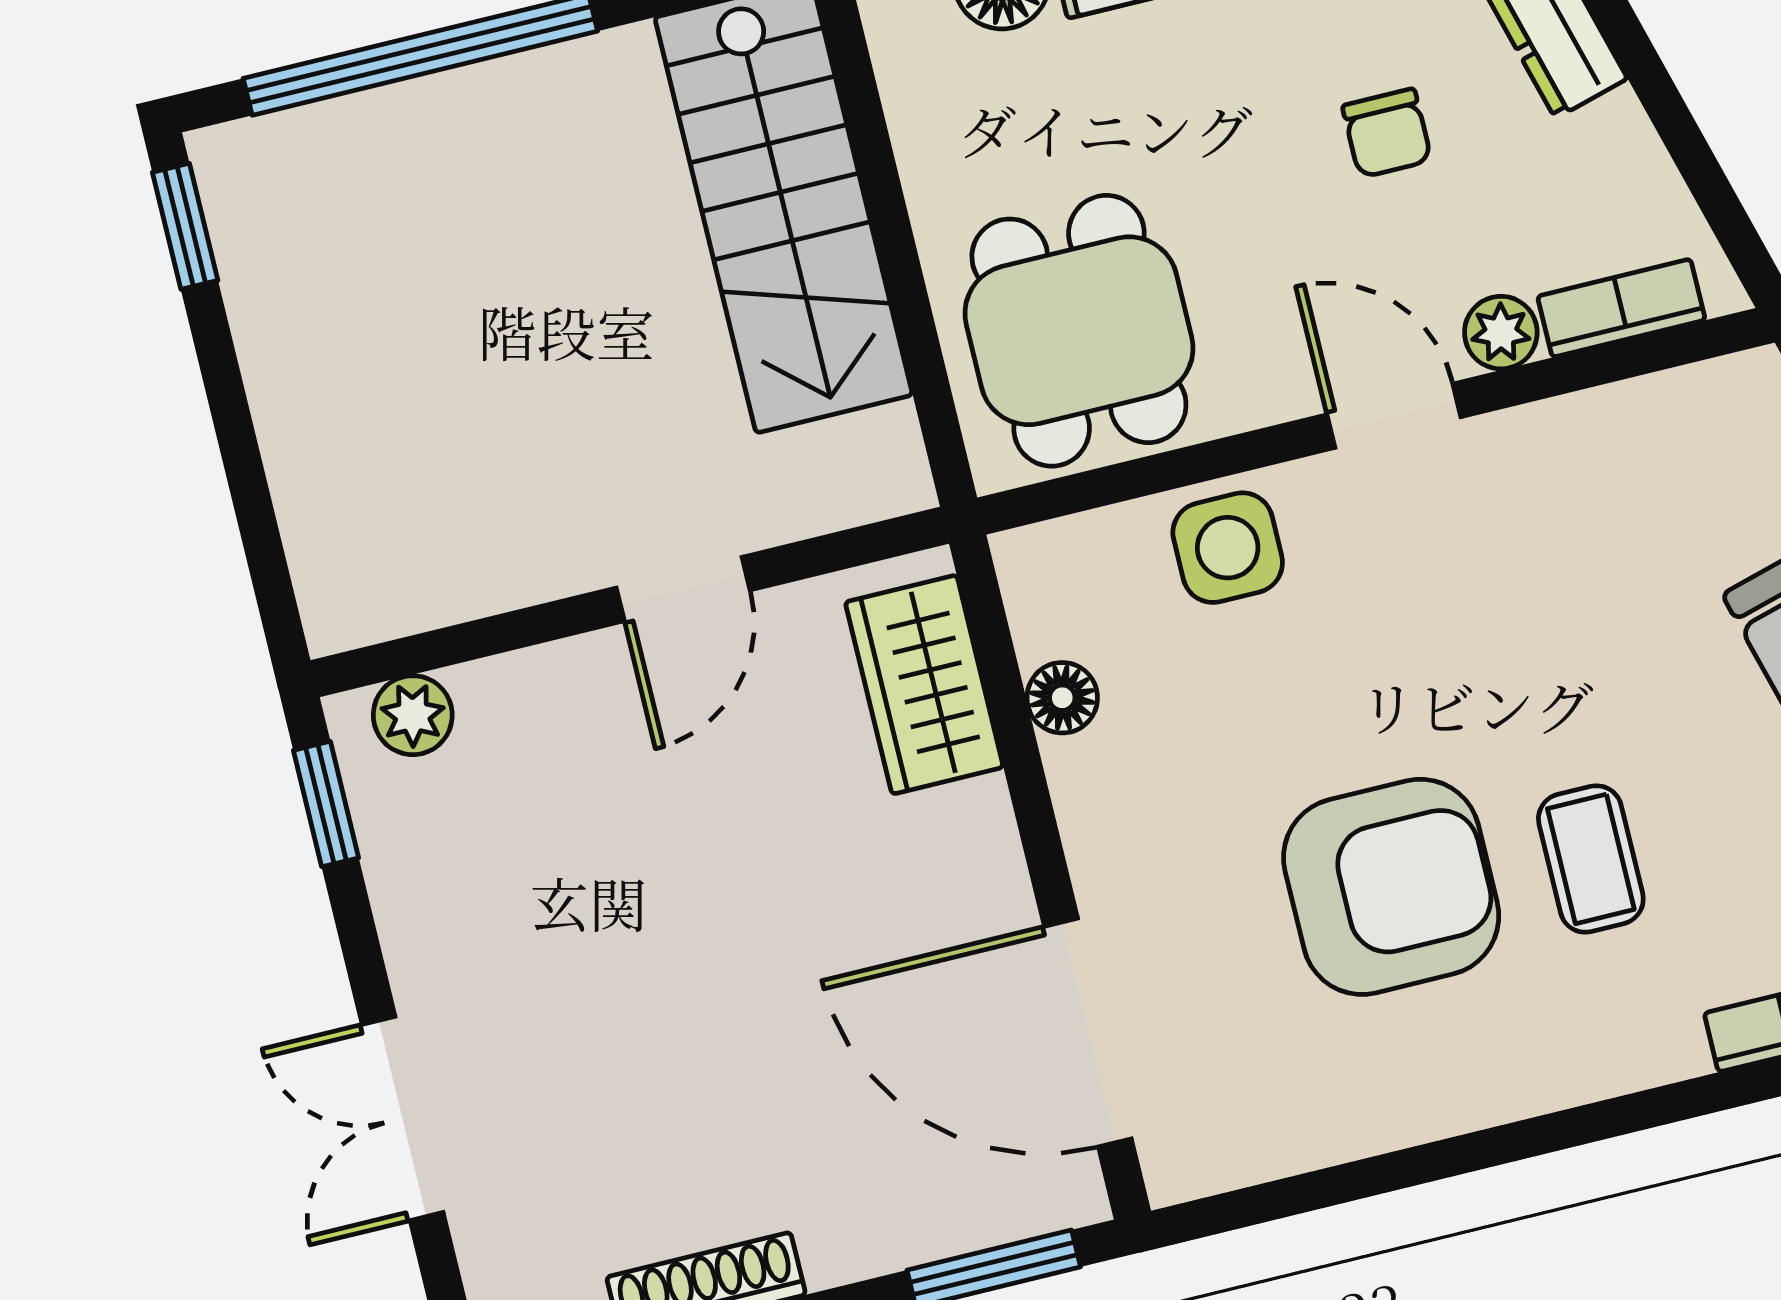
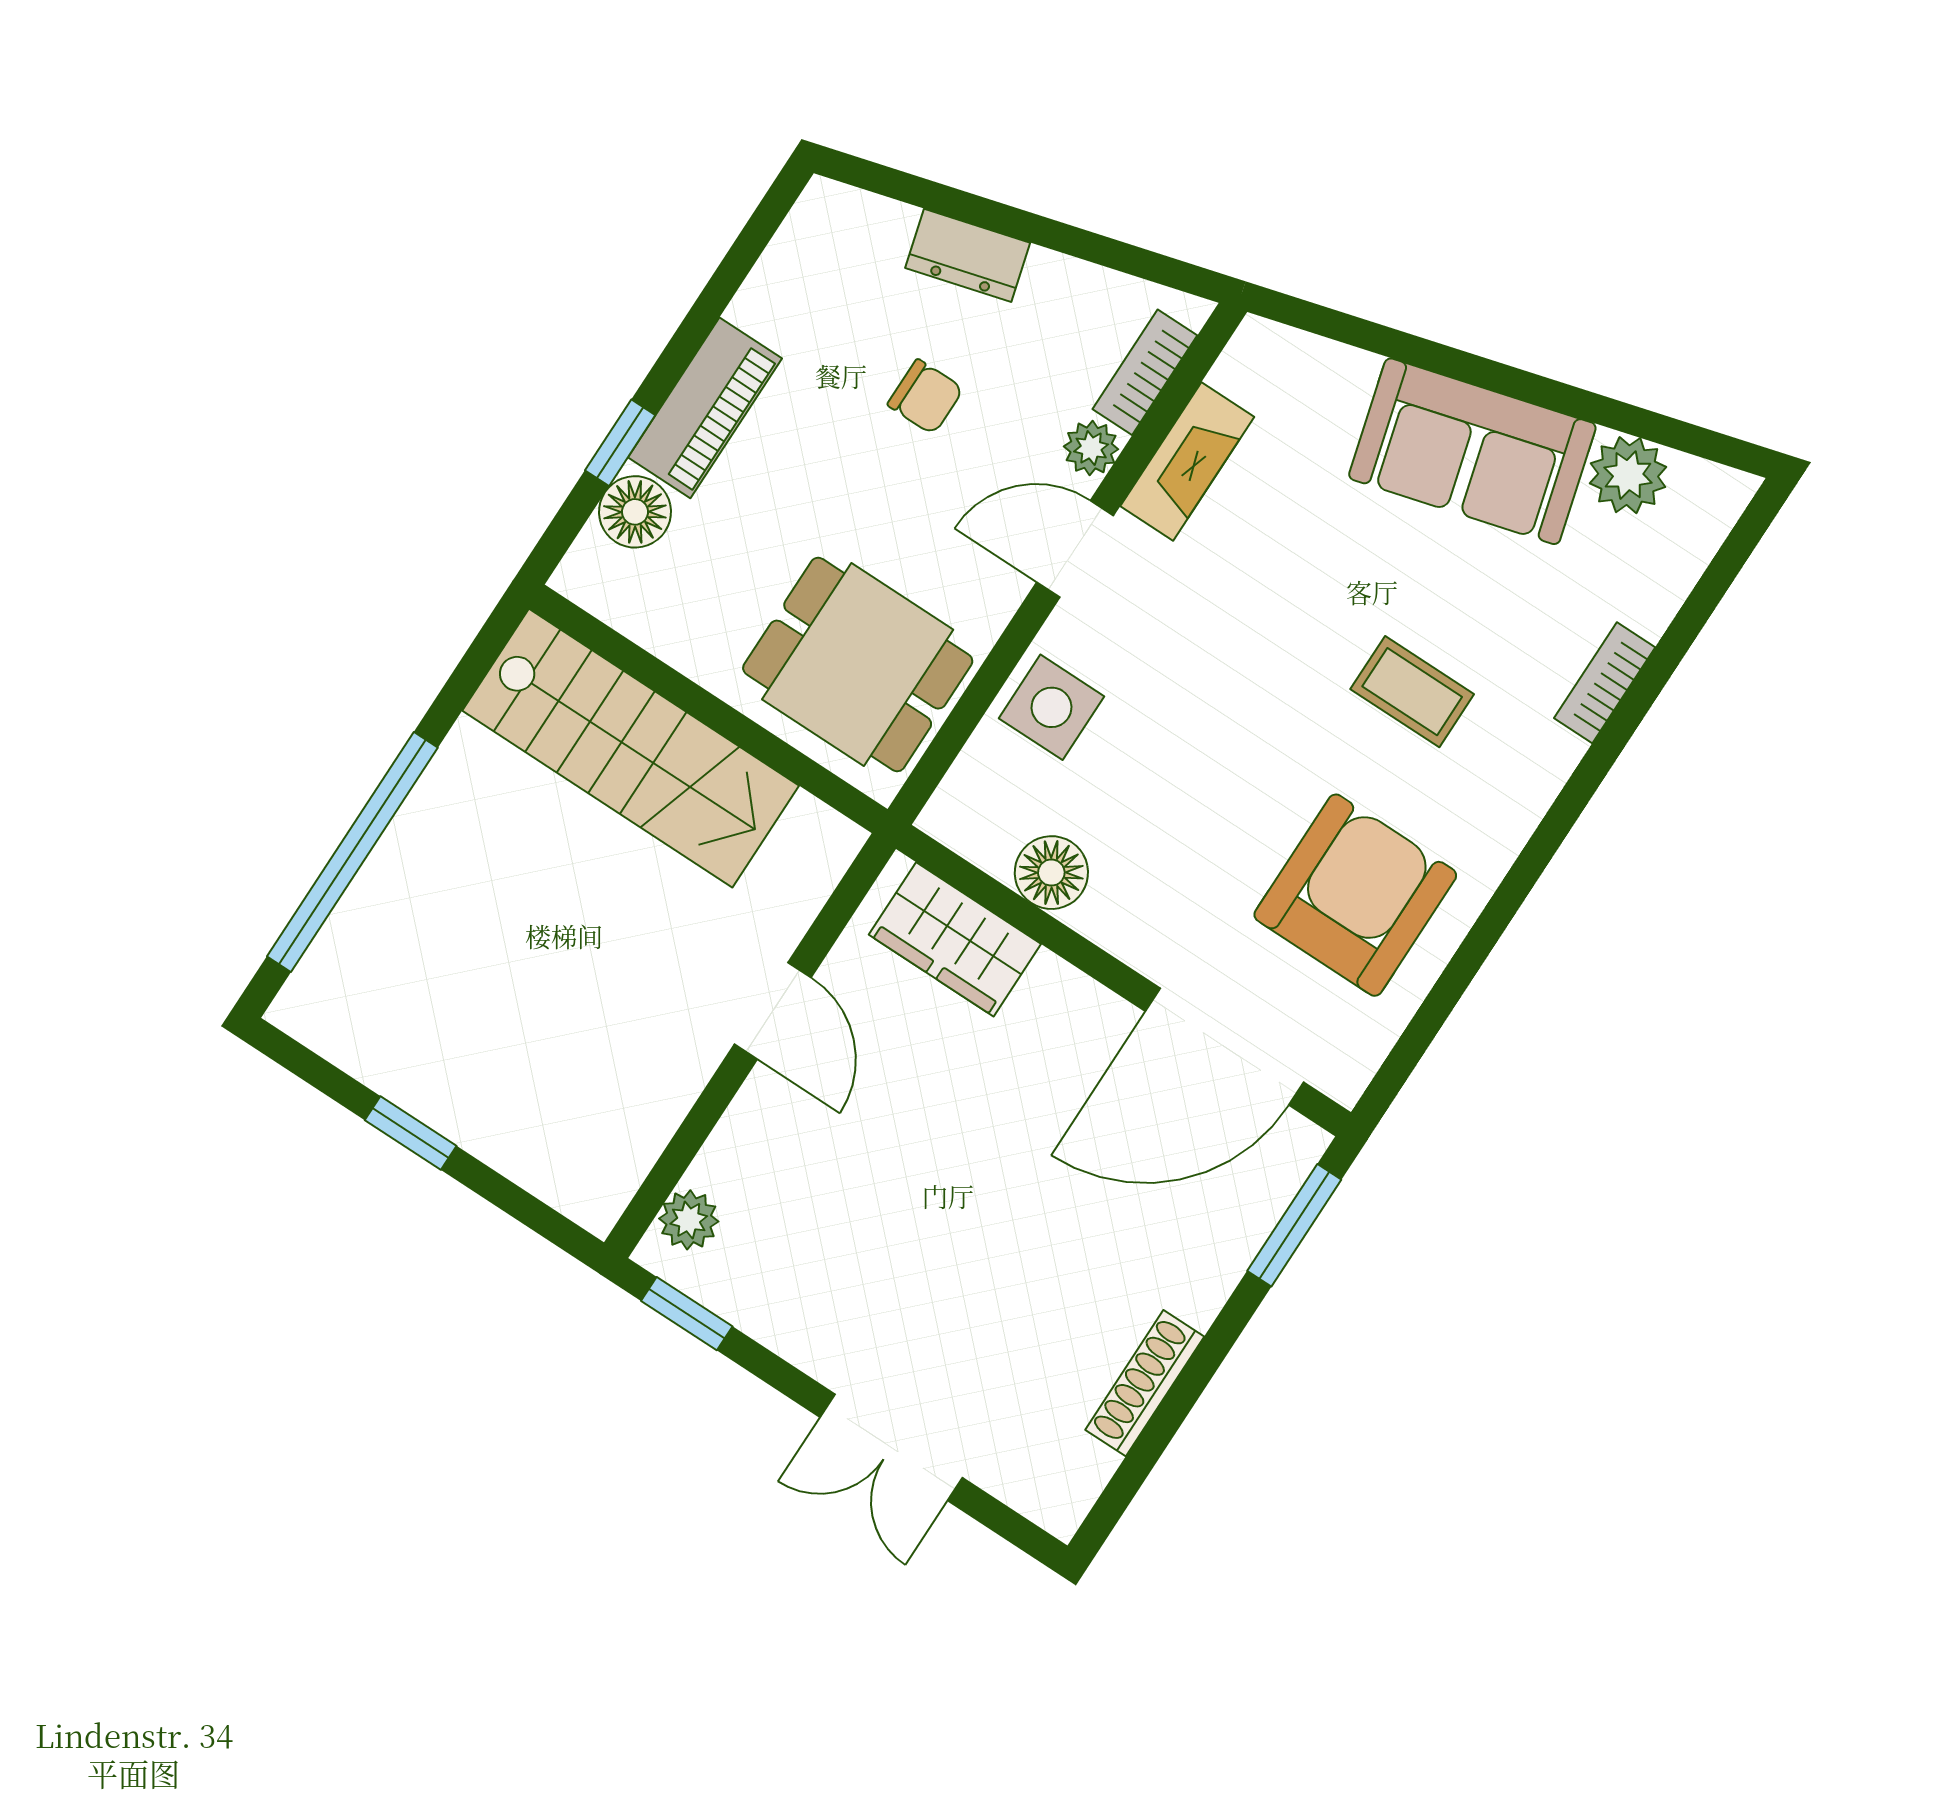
window: (185, 226) -> (411, 1133), moved
fireplace: (1582, 433) -> (1187, 461), added
floor lamp: (1062, 698) -> (1051, 873), width x1.37, depth x1.37
armchair: (1391, 887) -> (1355, 895), moved

